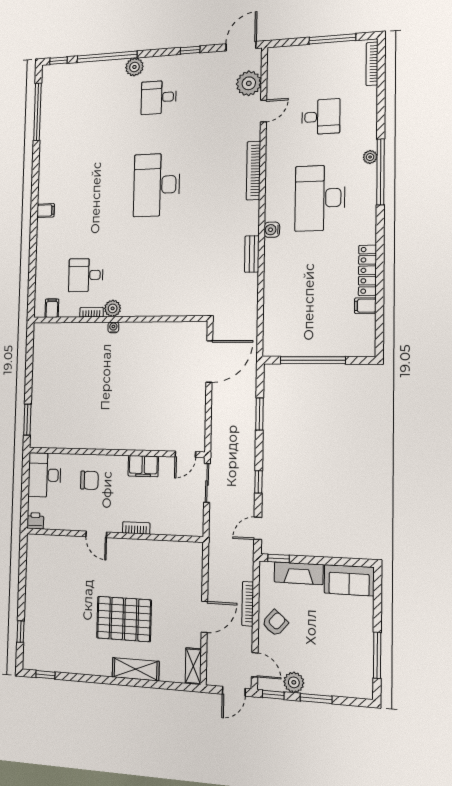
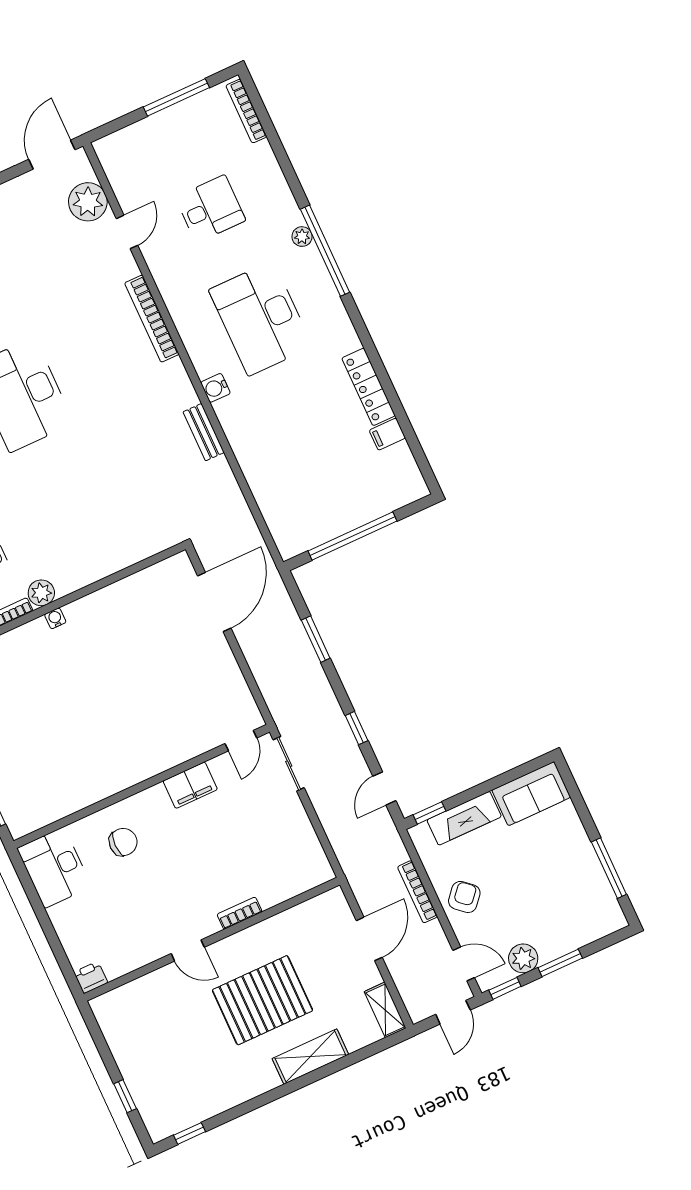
printer: (35, 521) -> (91, 977), moved
bookcase: (136, 528) -> (240, 913), moved
door: (96, 534) -> (188, 950), moved
wall: (113, 535) -> (212, 939), moved

